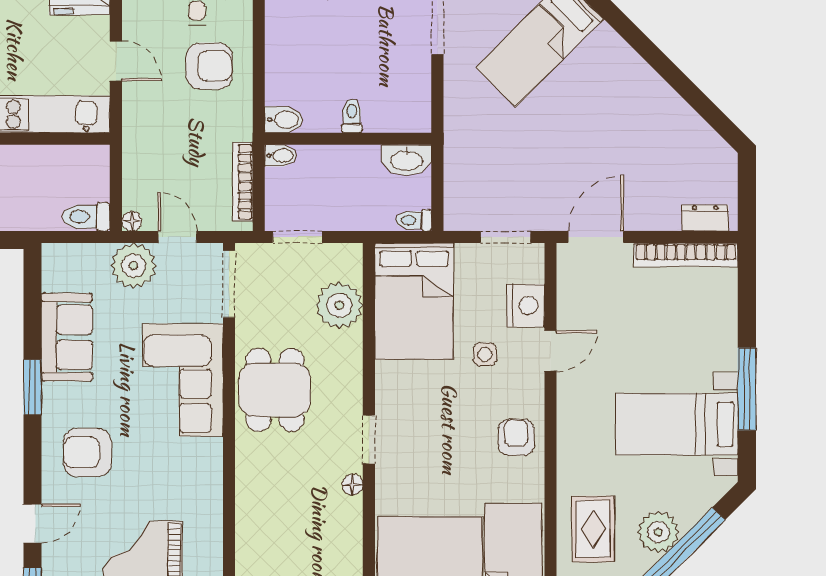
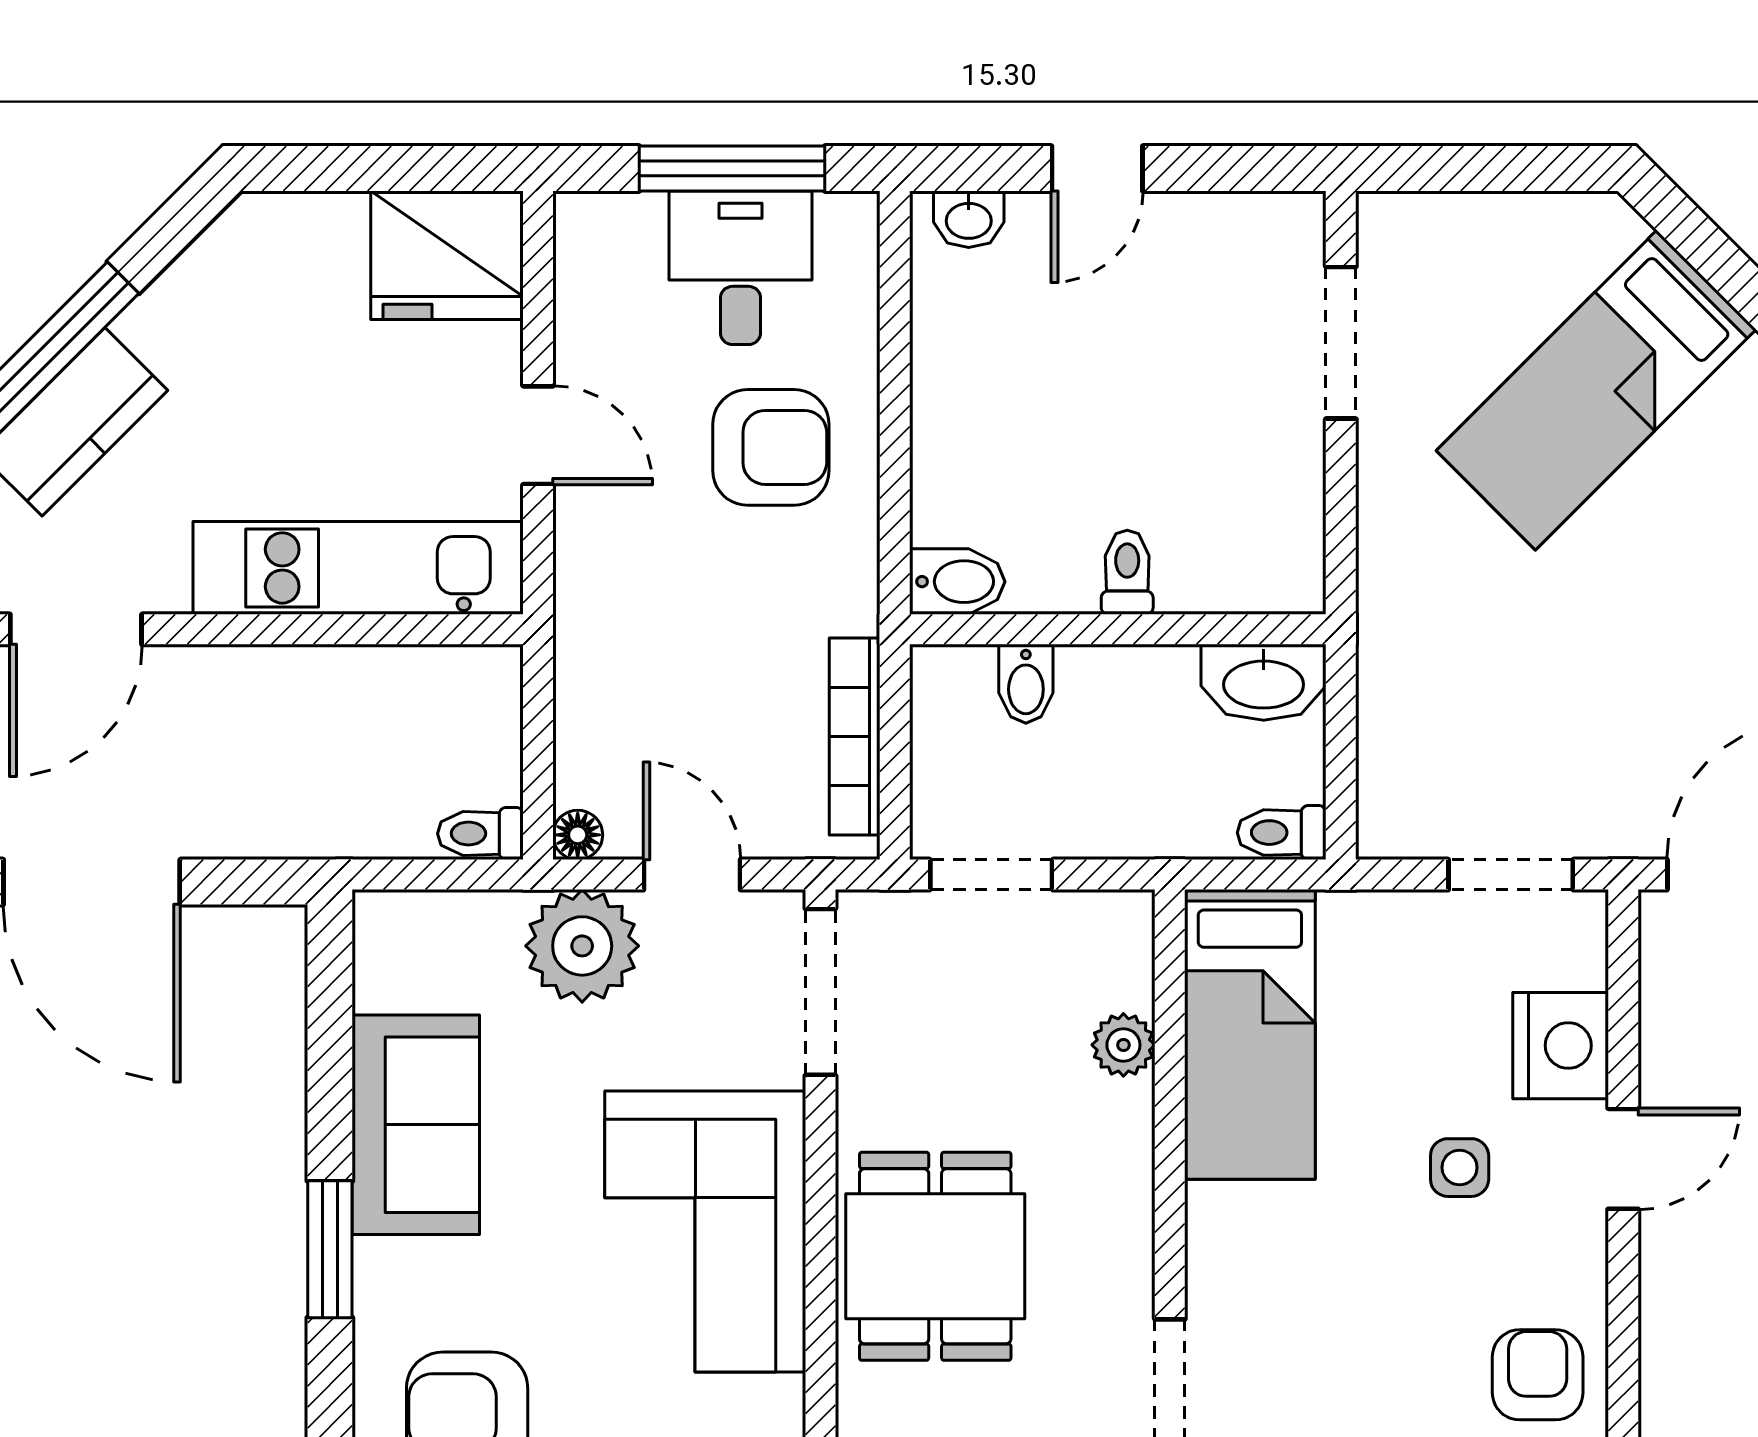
bidet: (281, 156) -> (1026, 684), moved, turned 90
toilet: (86, 217) -> (480, 834), width x0.73, depth x0.72
bed: (414, 301) -> (1250, 1034), width x0.67
plant: (339, 305) -> (1123, 1045), width x0.53, depth x0.53

